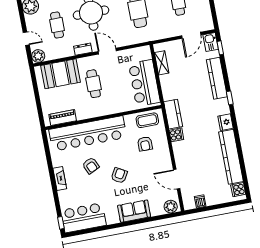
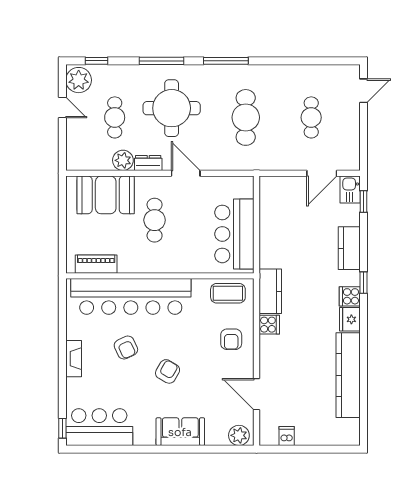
door: (26, 39) -> (62, 107), moved
plant: (38, 56) -> (123, 160), moved
shelving: (162, 63) -> (267, 207), removed
kitchen counter: (217, 78) -> (349, 248), width x0.67
armchair: (145, 144) -> (231, 339), moved
cooker: (238, 190) -> (350, 296), moved

